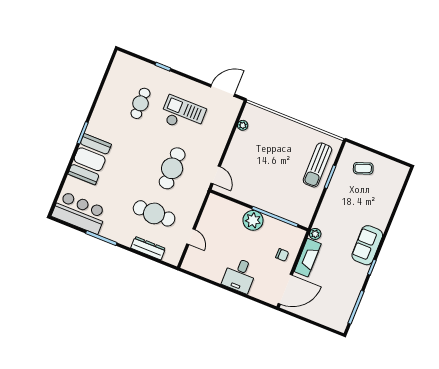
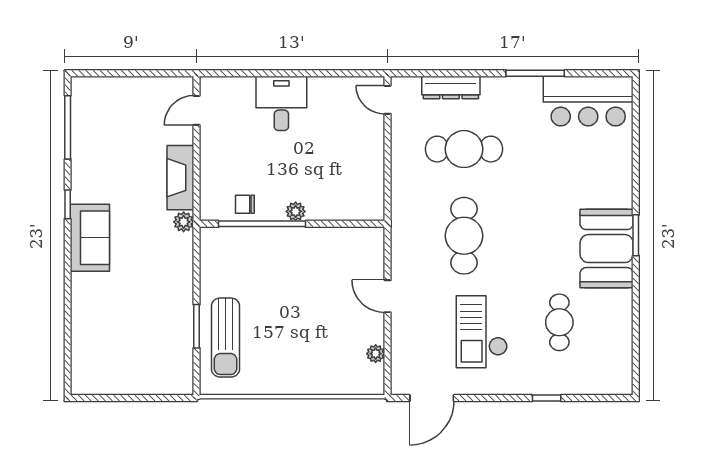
checkout: (183, 115) -> (482, 332), turned 90
booth: (90, 159) -> (607, 249), moved
sun lounger: (317, 165) -> (226, 338), turned 180
coffee table: (363, 168) -> (148, 362), removed
door: (216, 175) -> (388, 296), moved
plant: (253, 220) -> (296, 211), width x0.53, depth x0.53
door: (191, 237) -> (388, 100), moved
chair: (282, 255) -> (245, 204), moved
door: (285, 289) -> (197, 110), width x0.53

